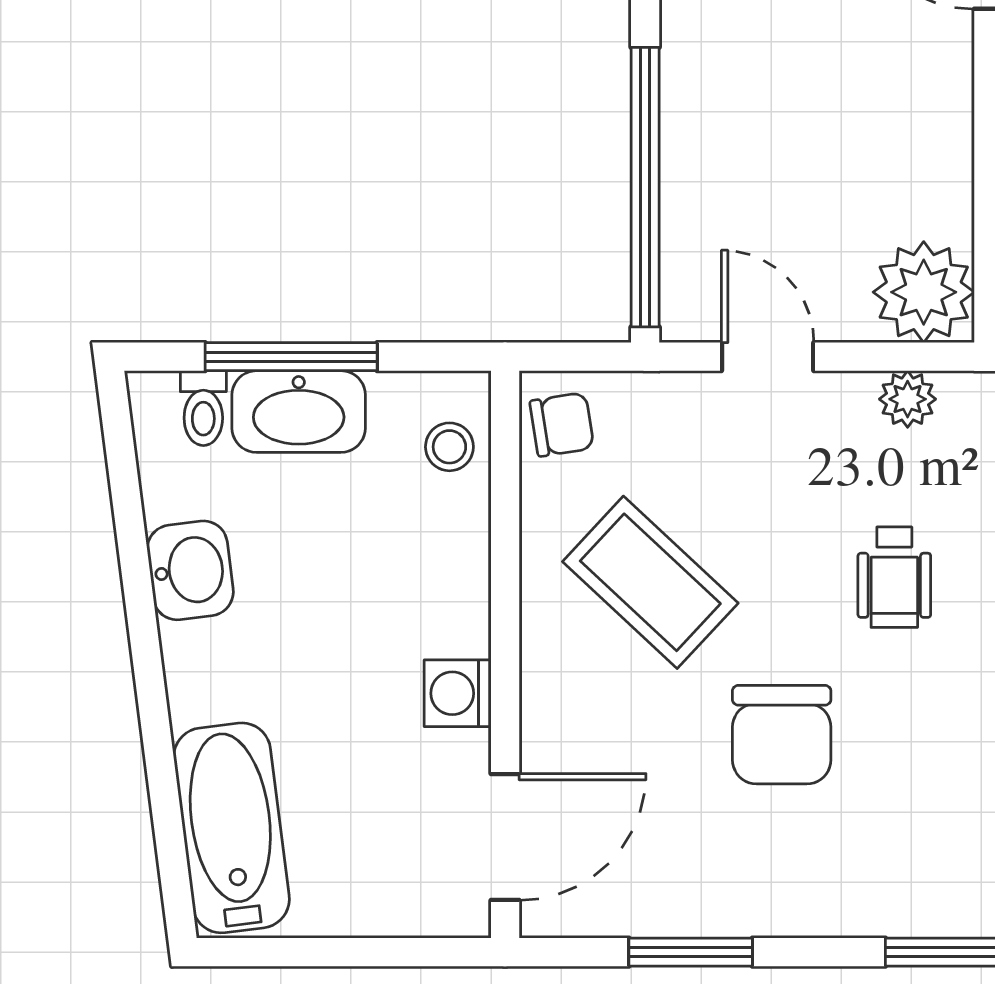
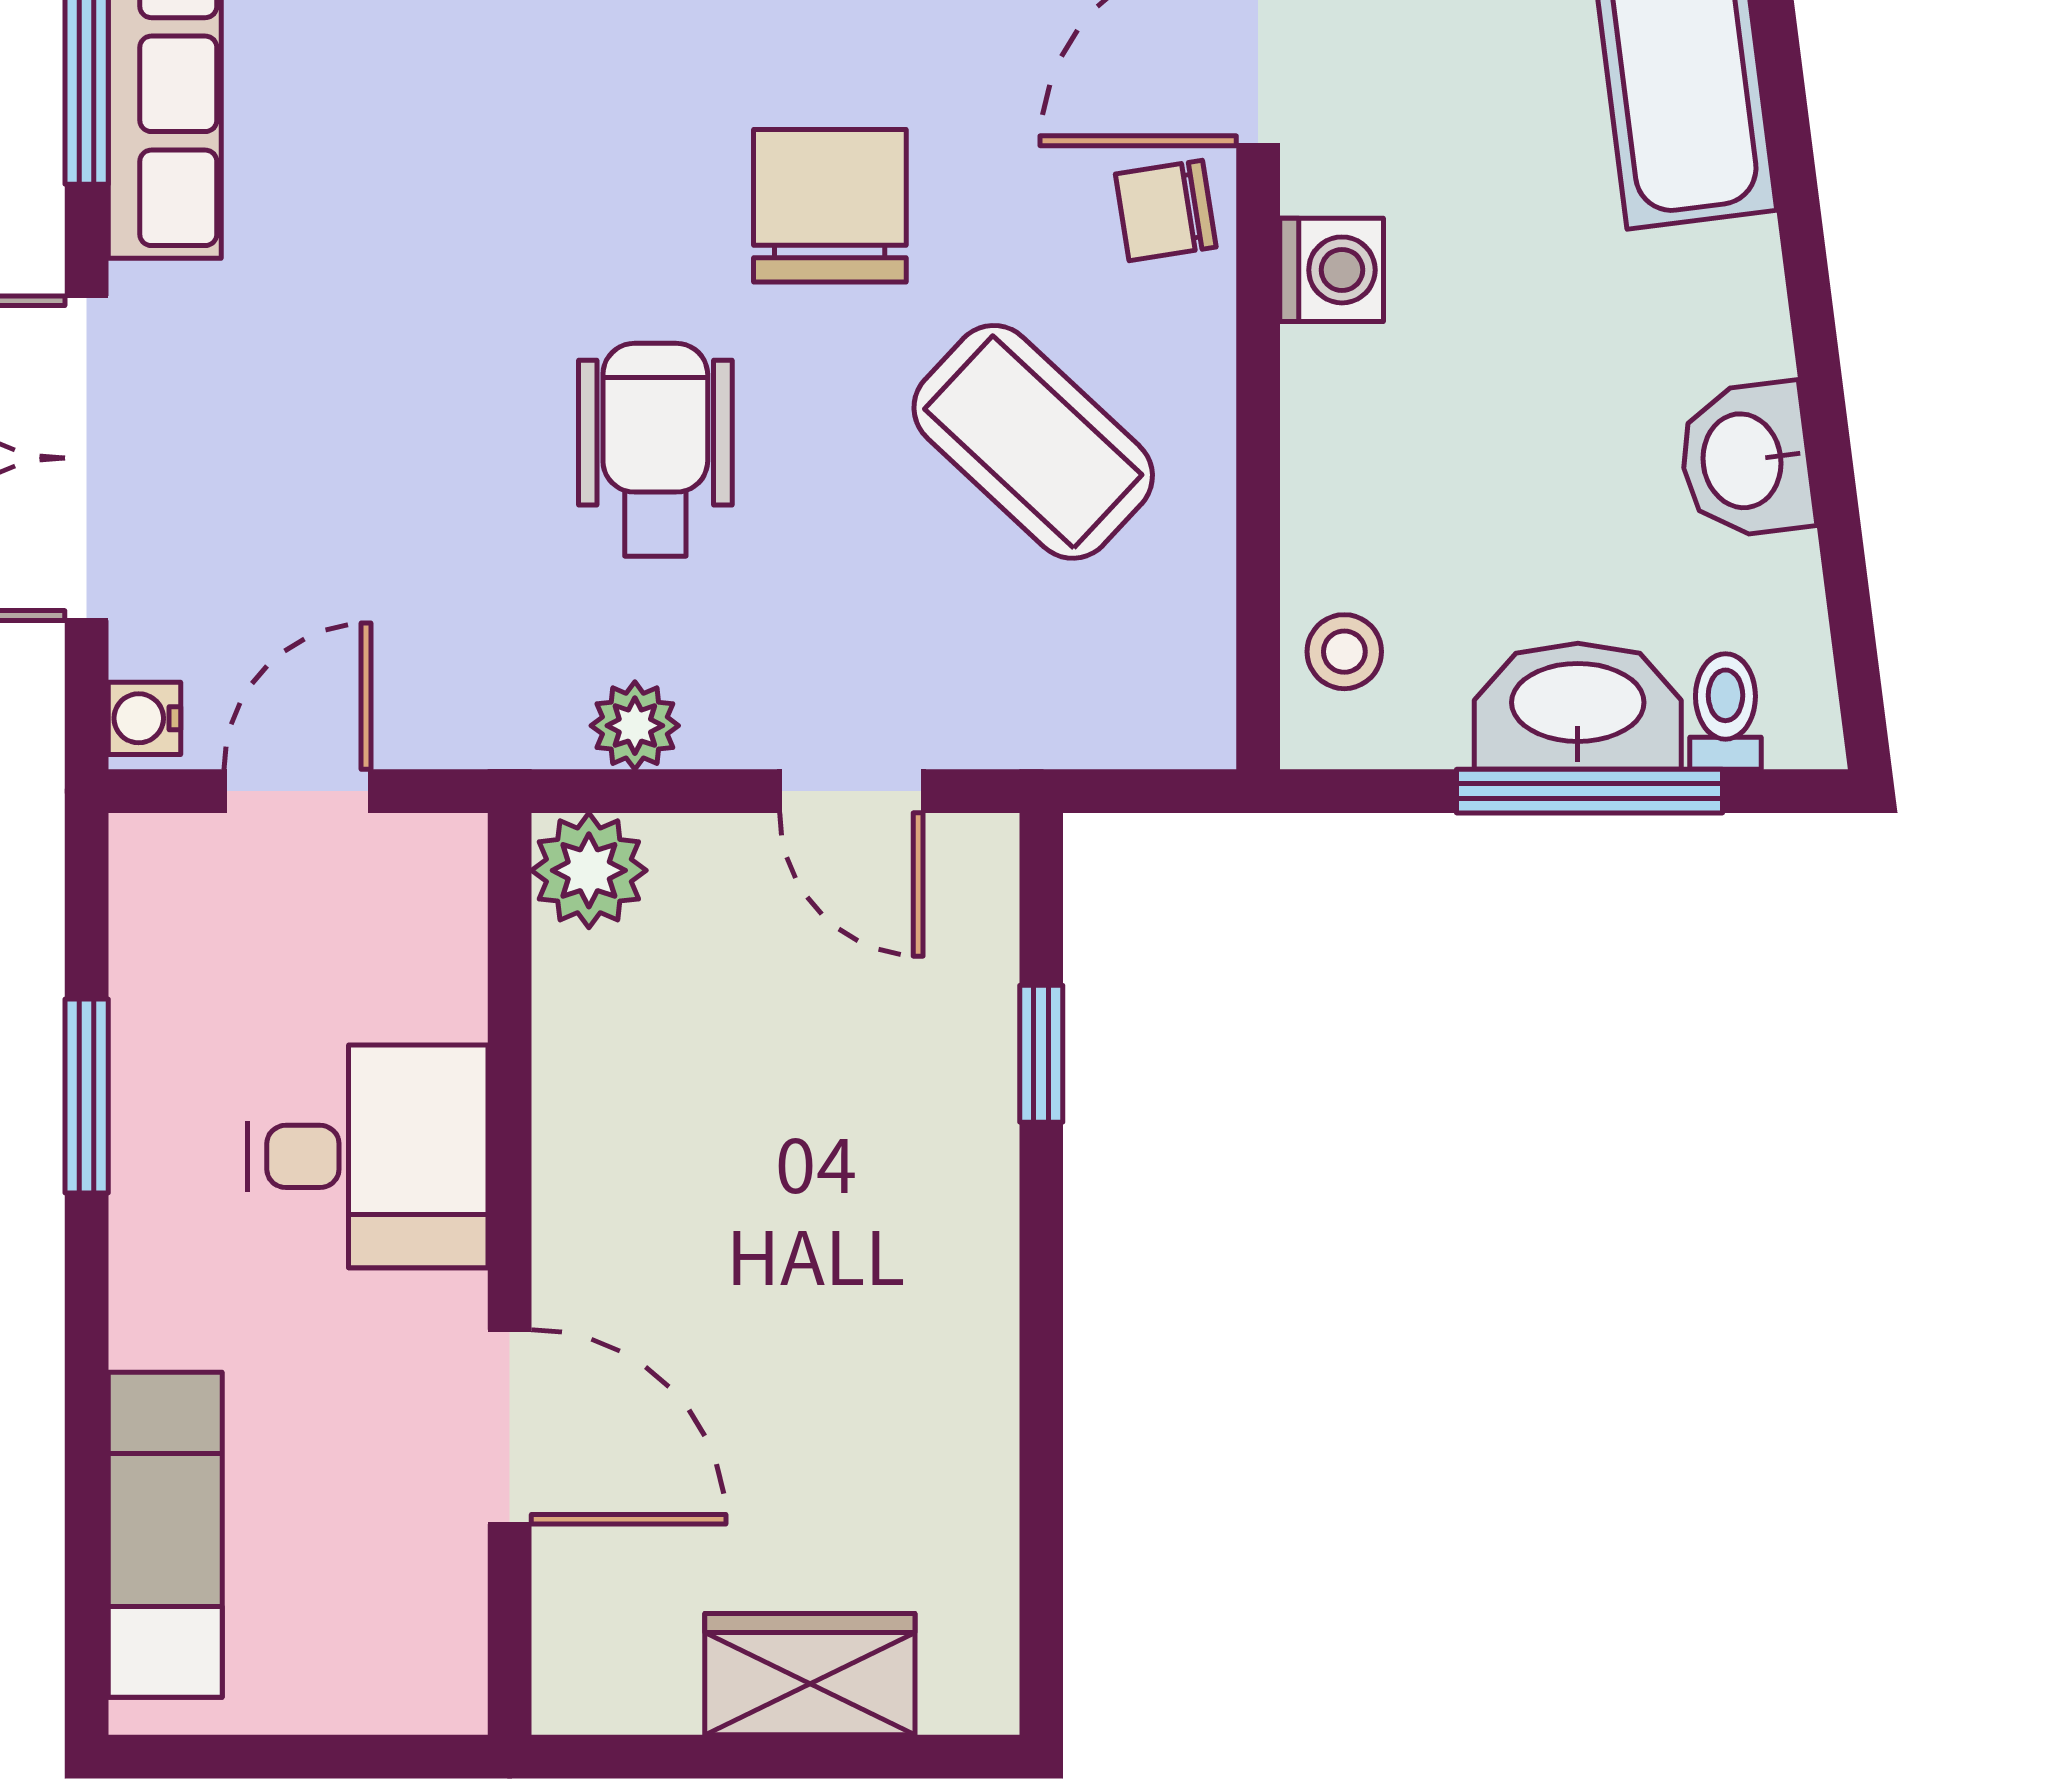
window: (645, 187) -> (1041, 1054), width x0.32
plant: (924, 292) -> (589, 870), width x0.73, depth x0.73
chair: (562, 425) -> (1166, 211), moved
wheelchair: (894, 577) -> (655, 450), width x1.36, depth x1.37

